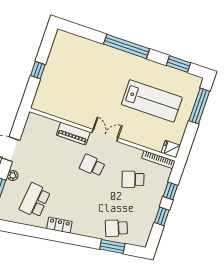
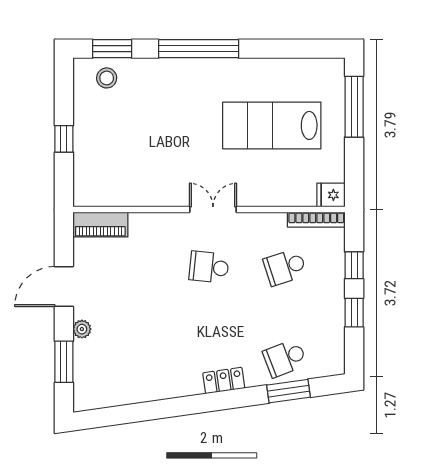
stool: (72, 45) -> (107, 78), added
window: (178, 64) -> (112, 49), moved
lab bench: (152, 101) -> (272, 125), turned 180
piano: (73, 133) -> (100, 225), moved
school desk: (35, 200) -> (133, 358), removed
locker: (59, 225) -> (224, 381), moved

